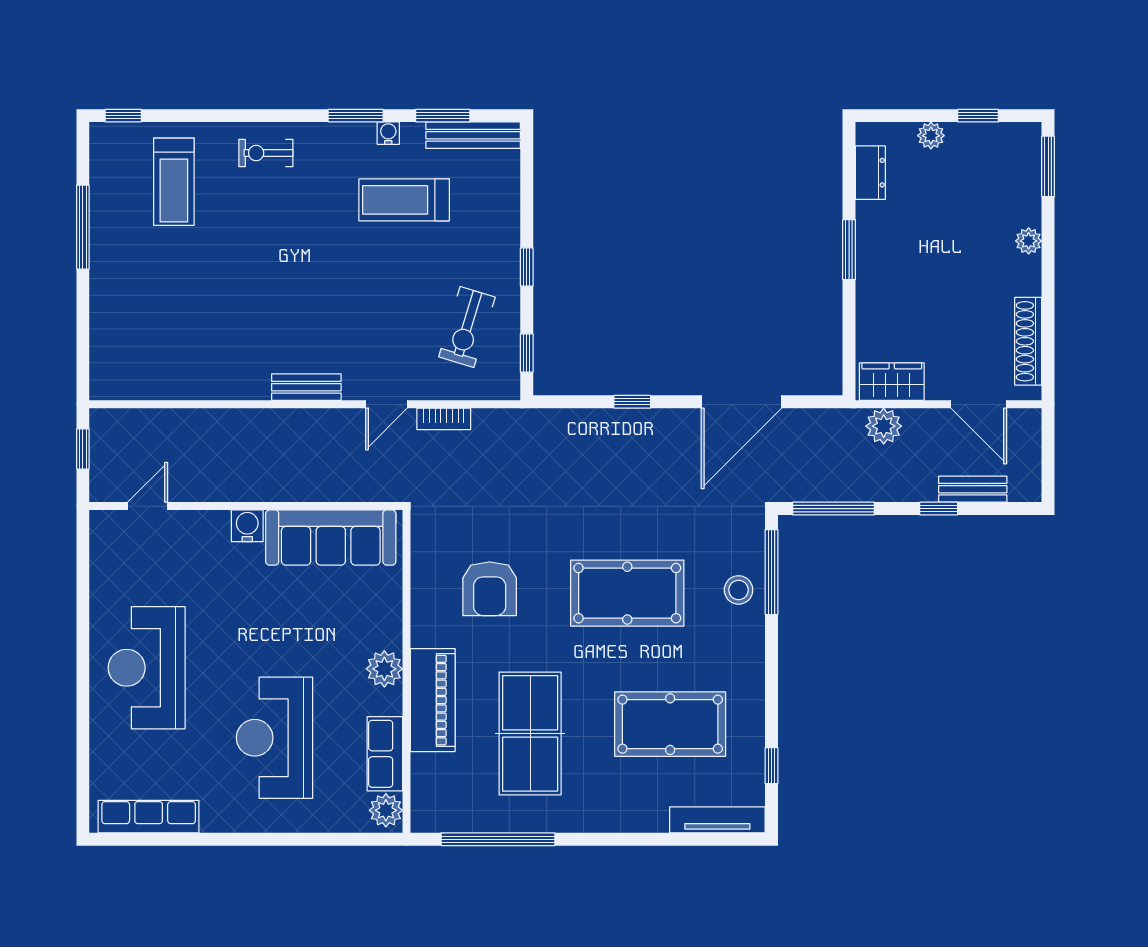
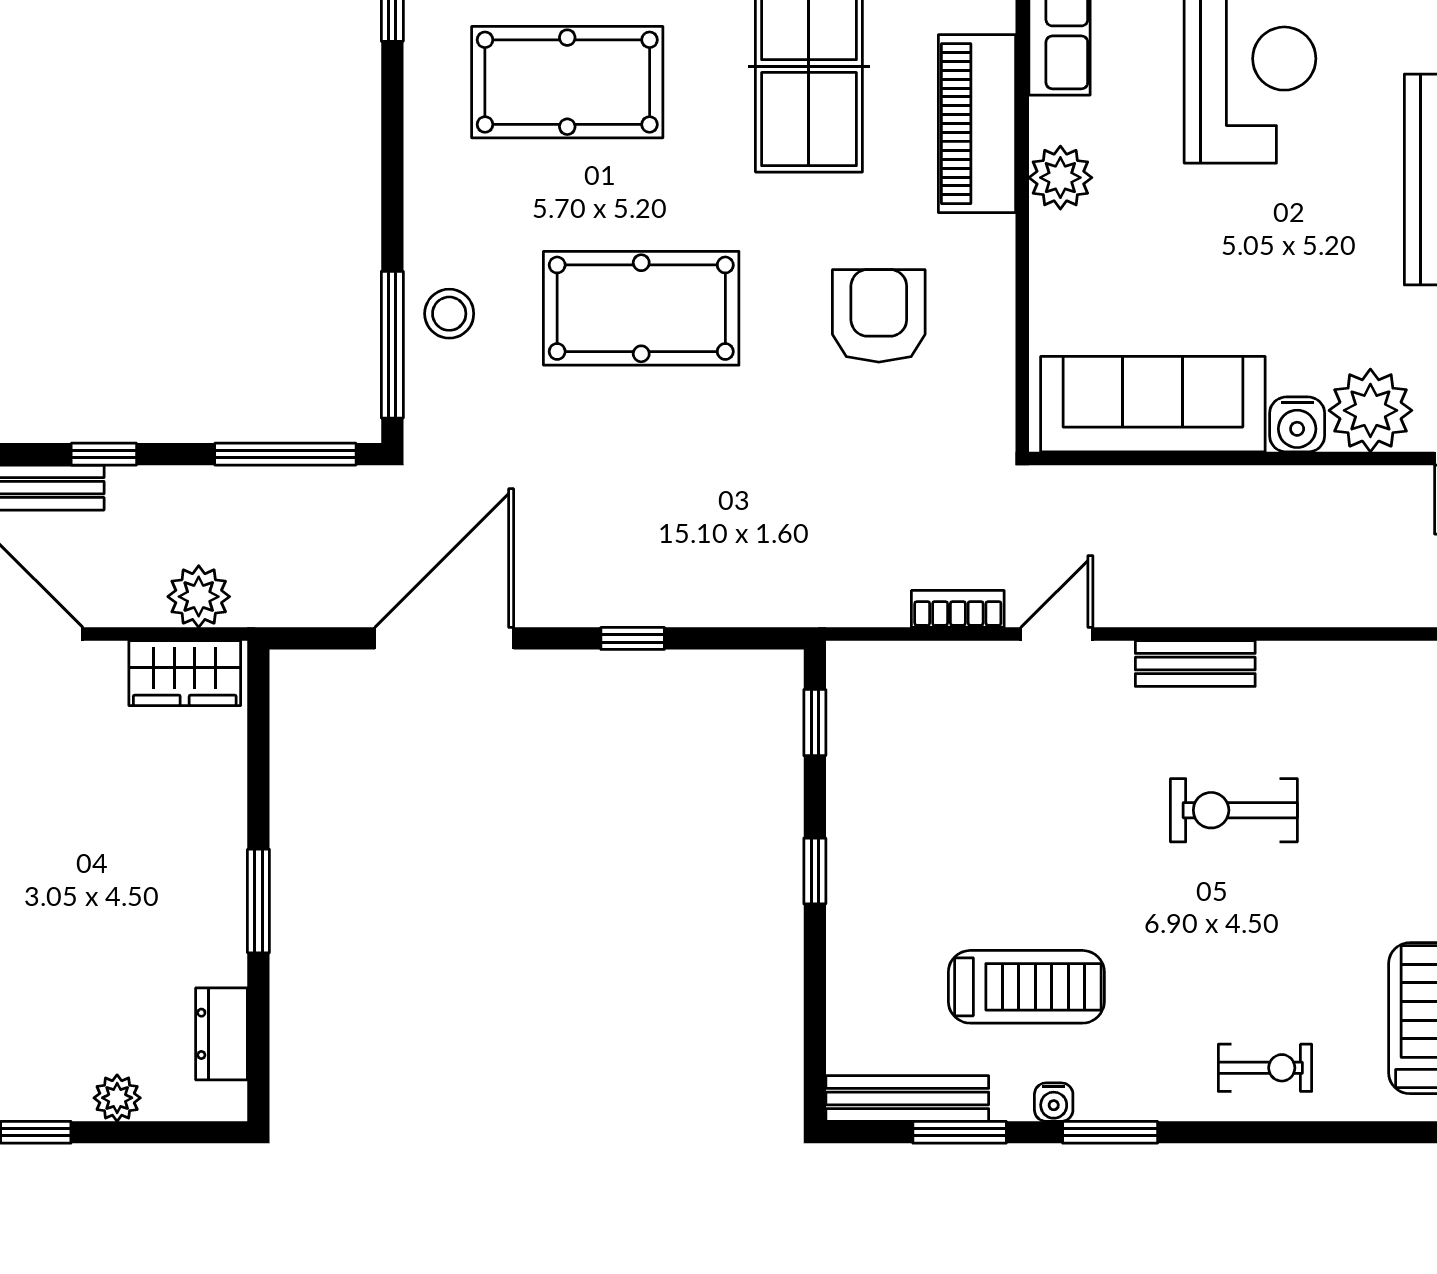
exercise bike: (467, 327) -> (1234, 810), moved, turned -107
plant: (205, 534) -> (1370, 410), added

